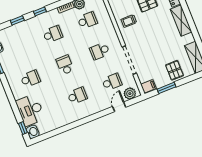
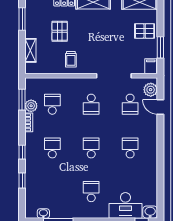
school desk: (65, 65) -> (91, 148), turned 90
school desk: (112, 82) -> (130, 104), turned 180

